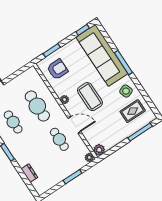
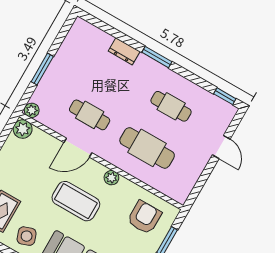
armchair: (57, 69) -> (144, 217), turned 180
dresser: (29, 173) -> (124, 51), moved

